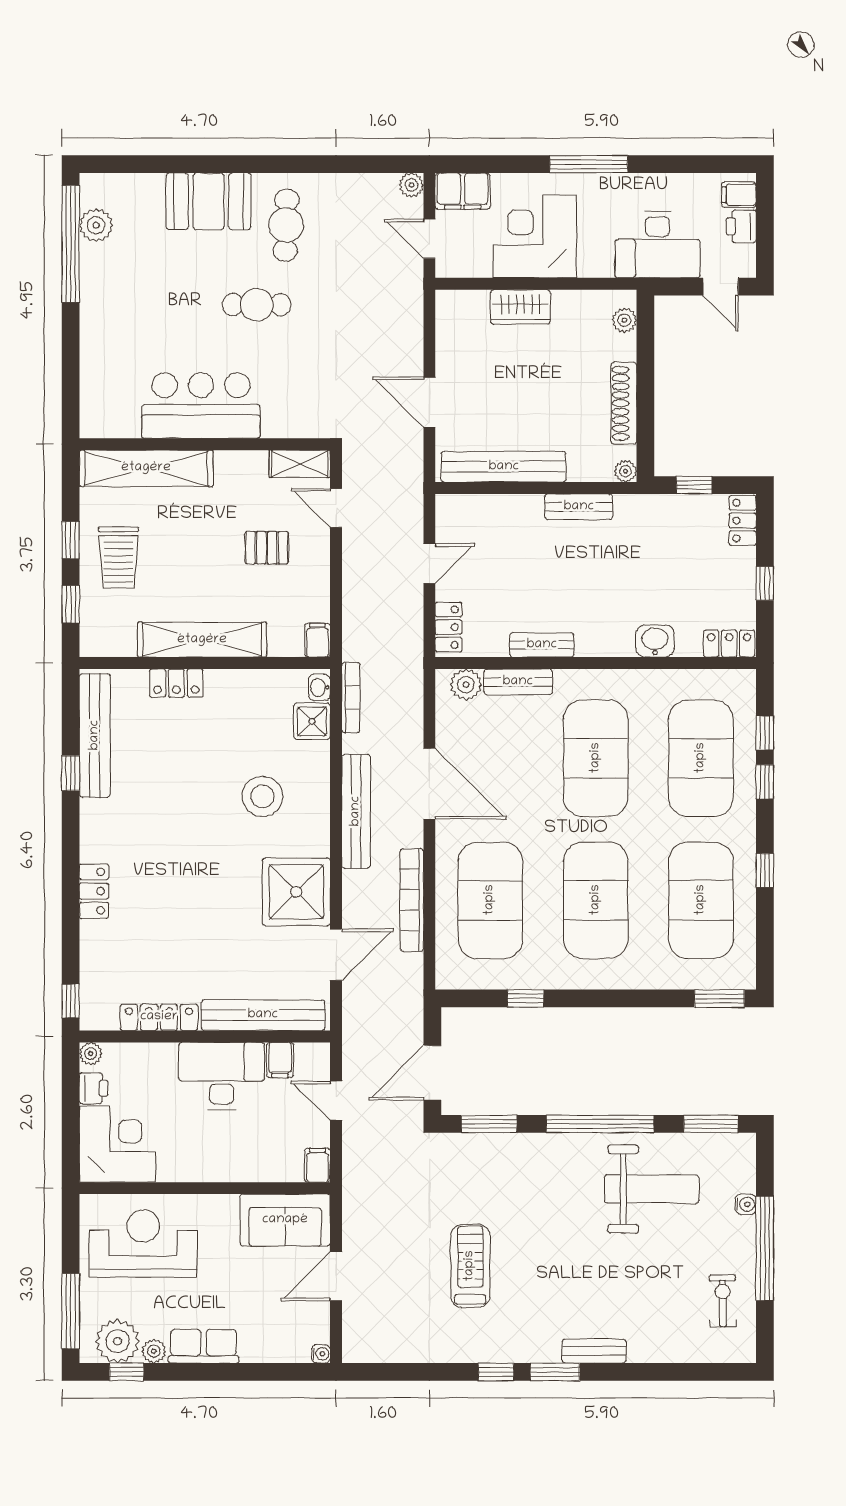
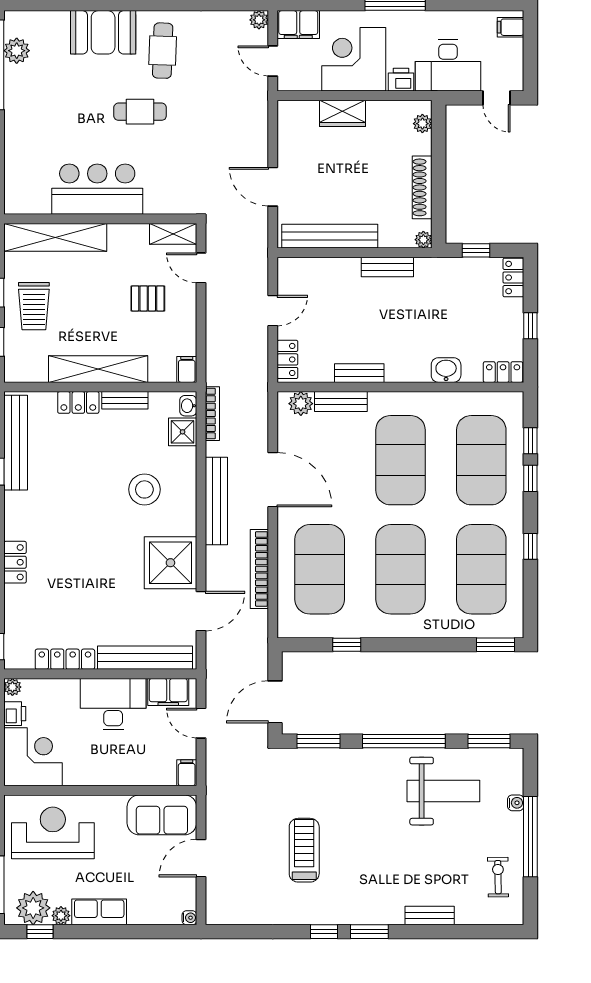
printer: (741, 226) -> (401, 80), moved, turned 90
bench: (237, 680) -> (125, 400), added
filing cabinet: (280, 1060) -> (168, 692), width x2.00
bench: (594, 1351) -> (430, 916), moved

